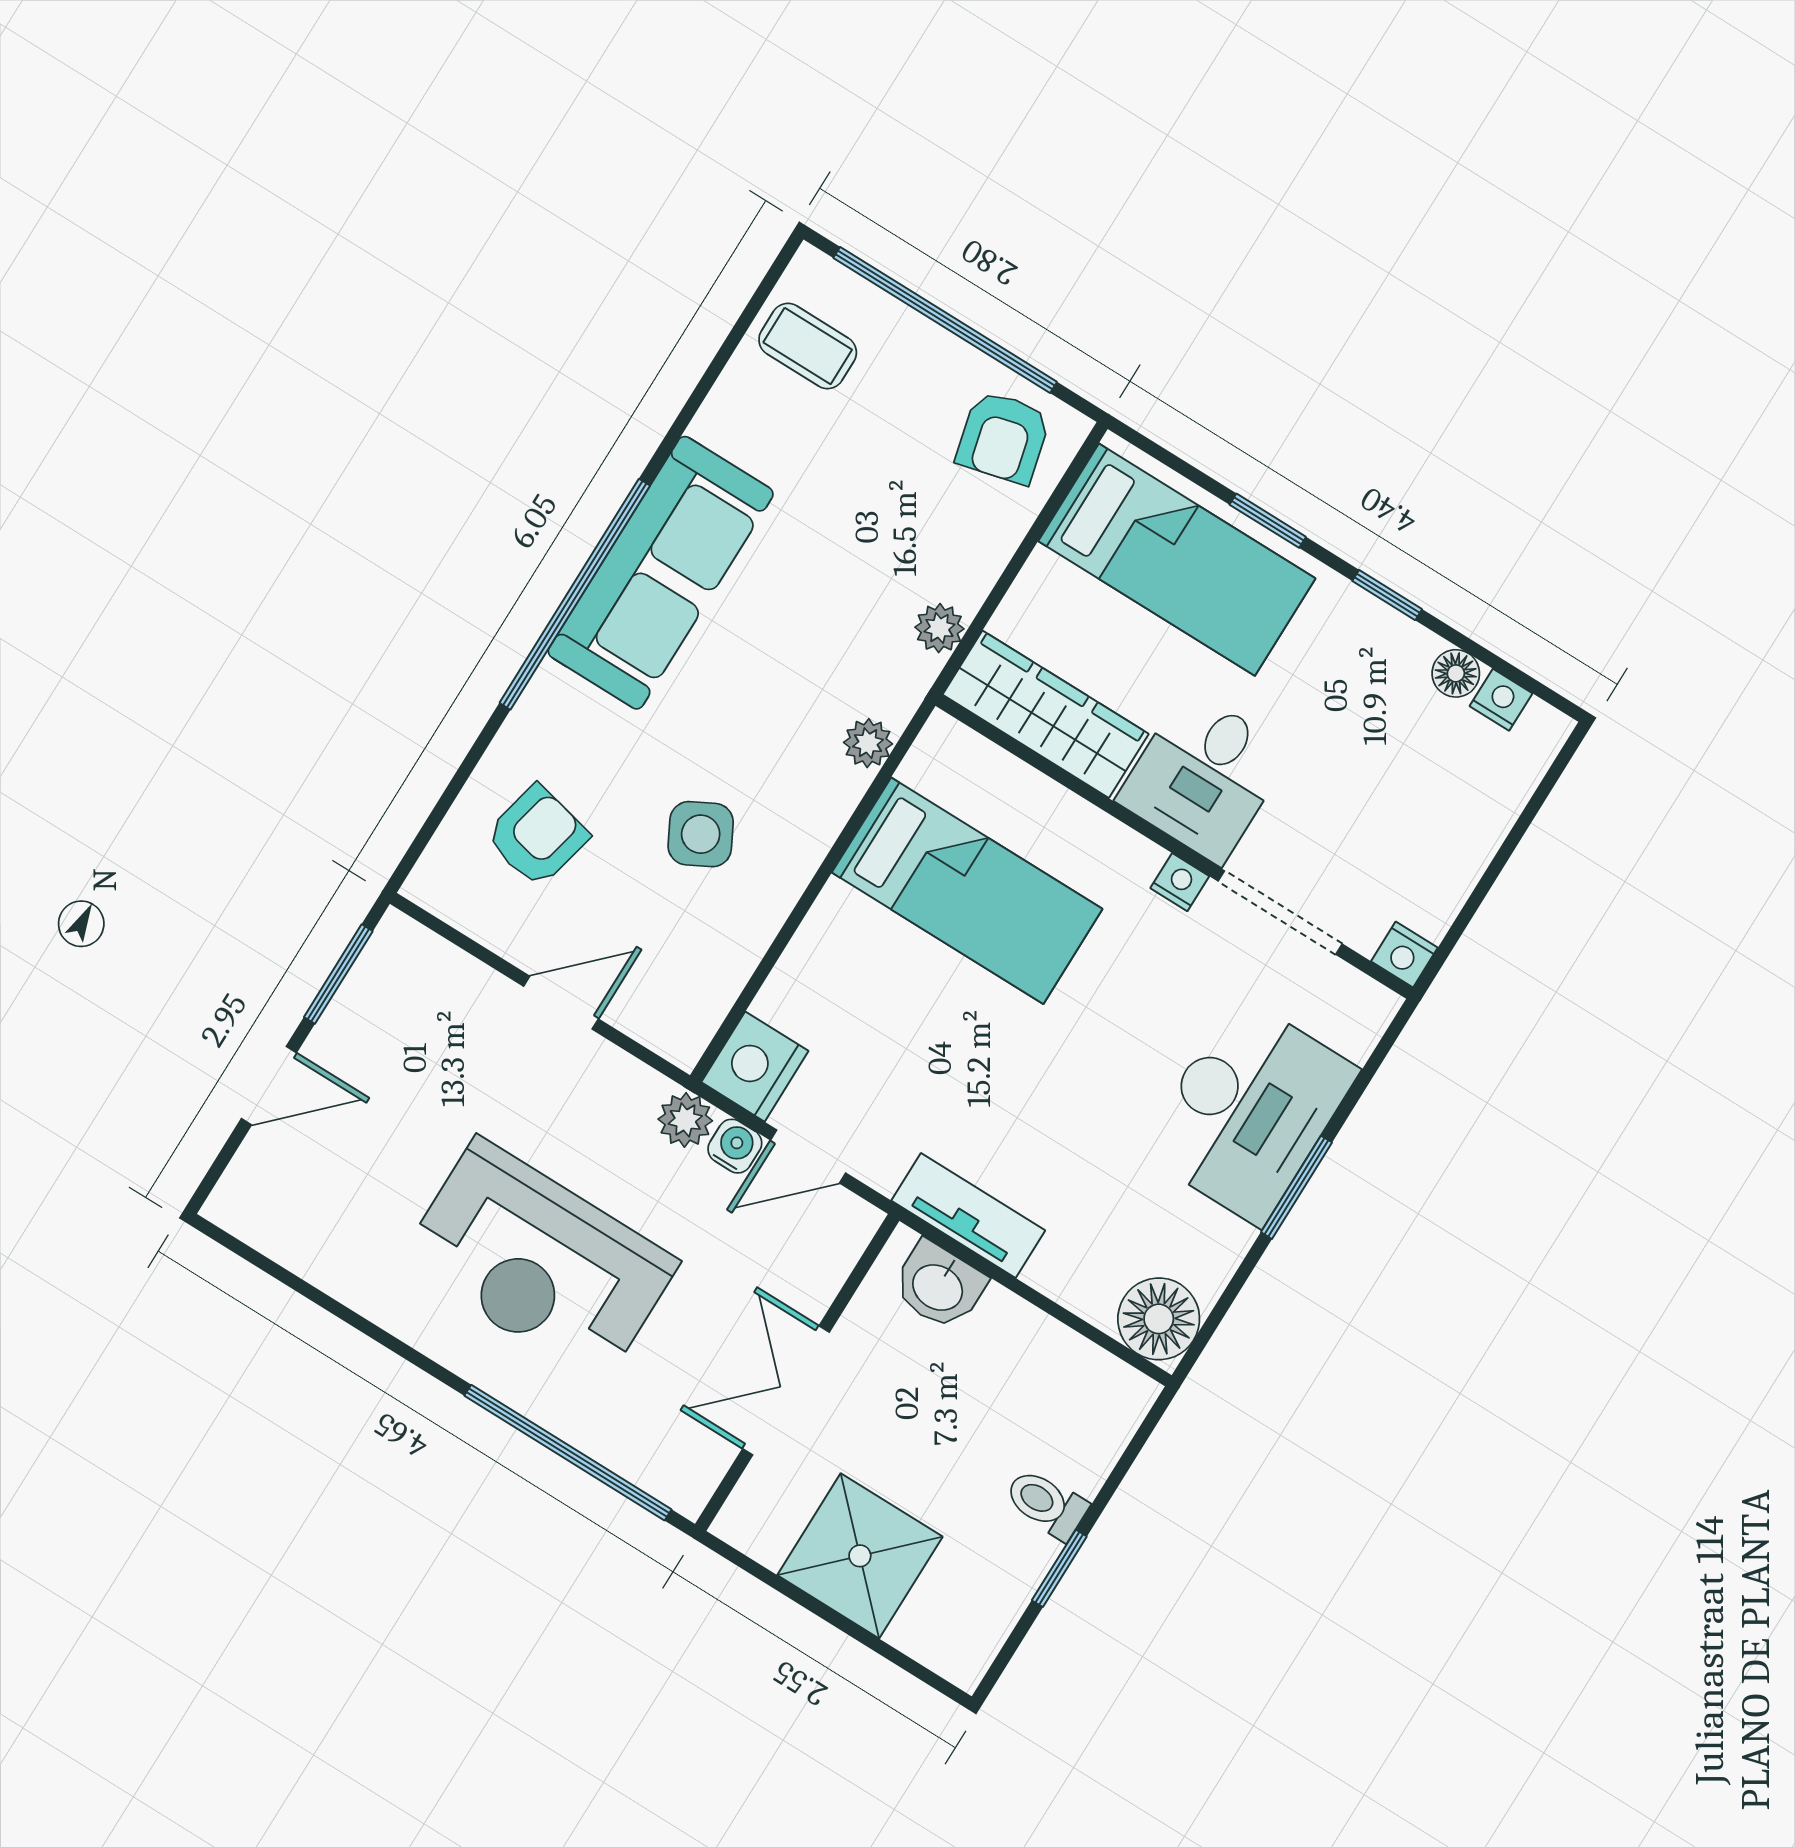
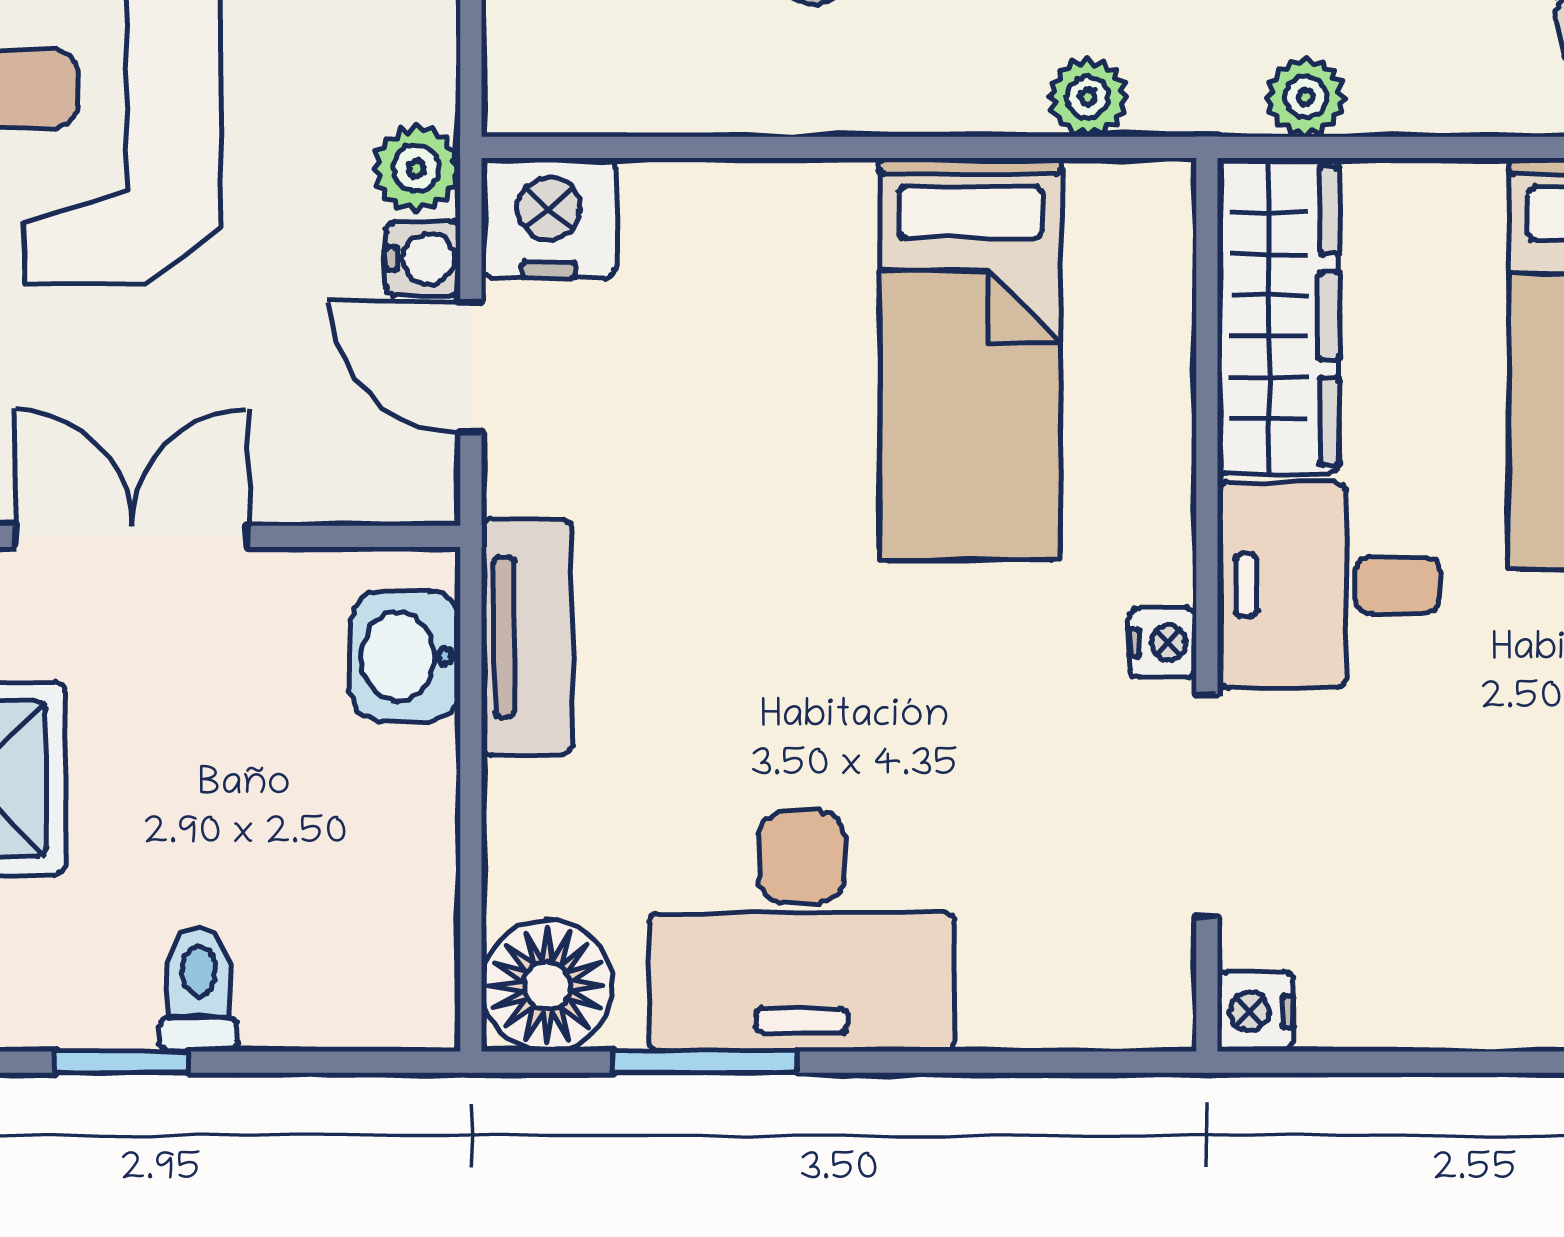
desk: (1249, 1110) -> (802, 932), moved
window: (1296, 1187) -> (705, 1062), moved

